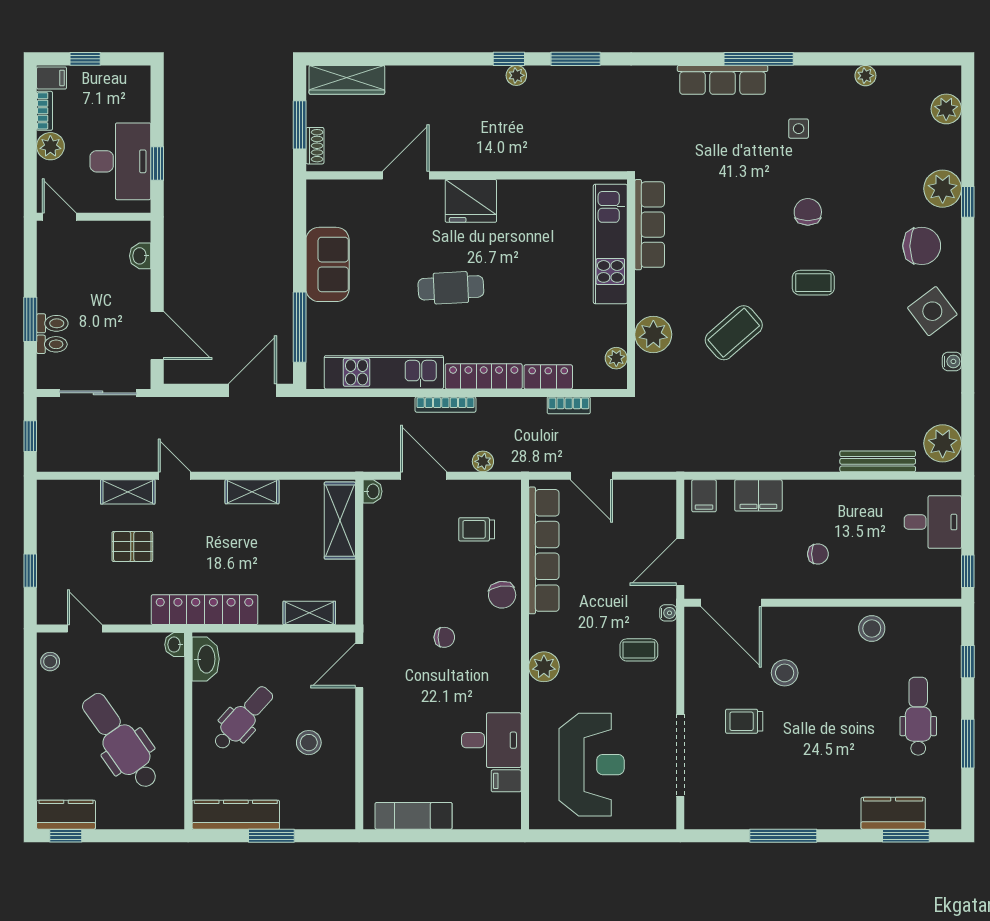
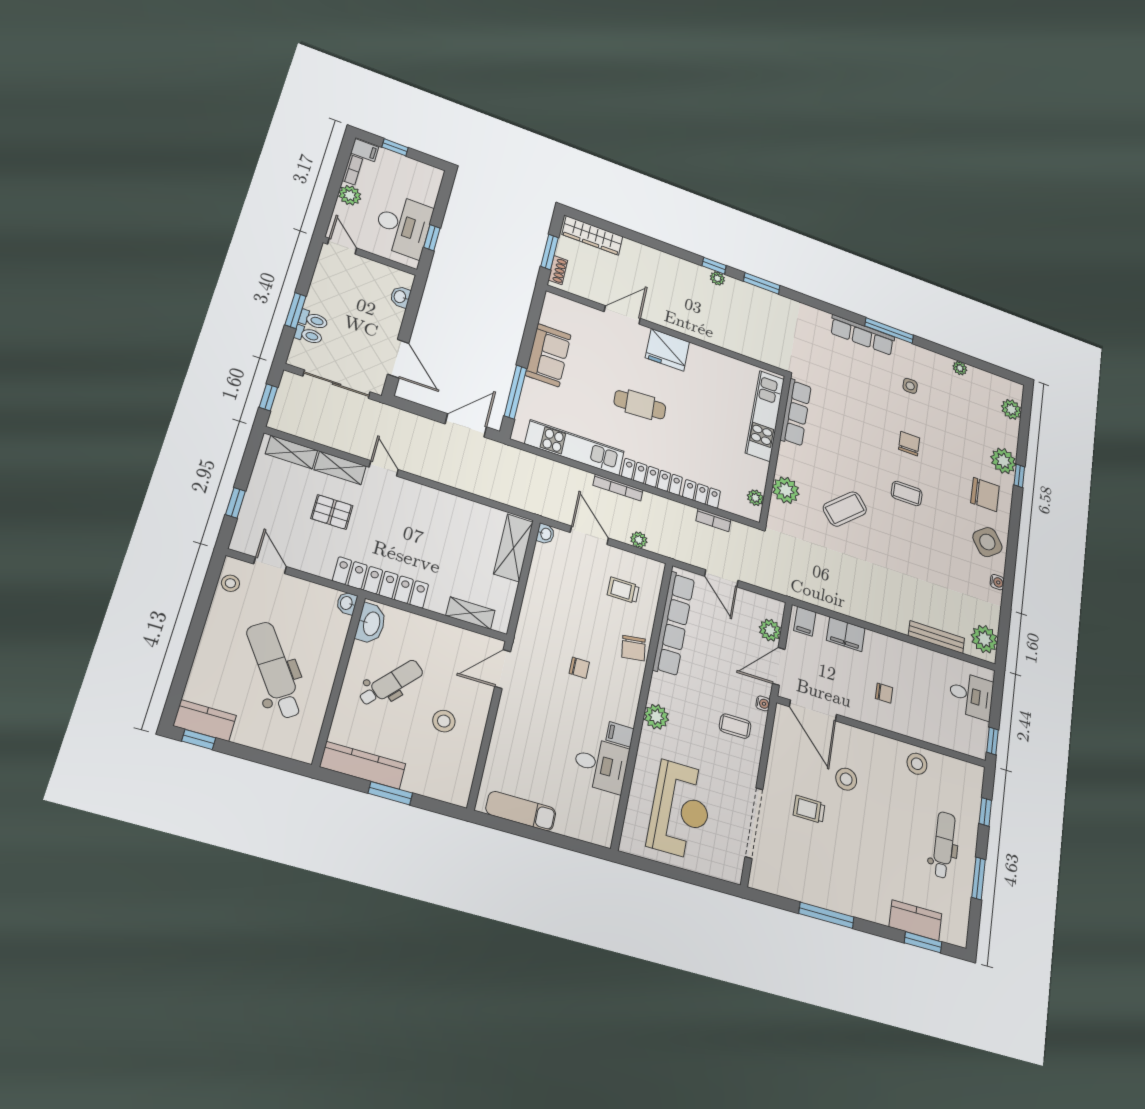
shelving: (252, 492) -> (292, 452), moved
plant: (662, 521) -> (770, 630), added
filing cabinet: (506, 781) -> (620, 734), moved

